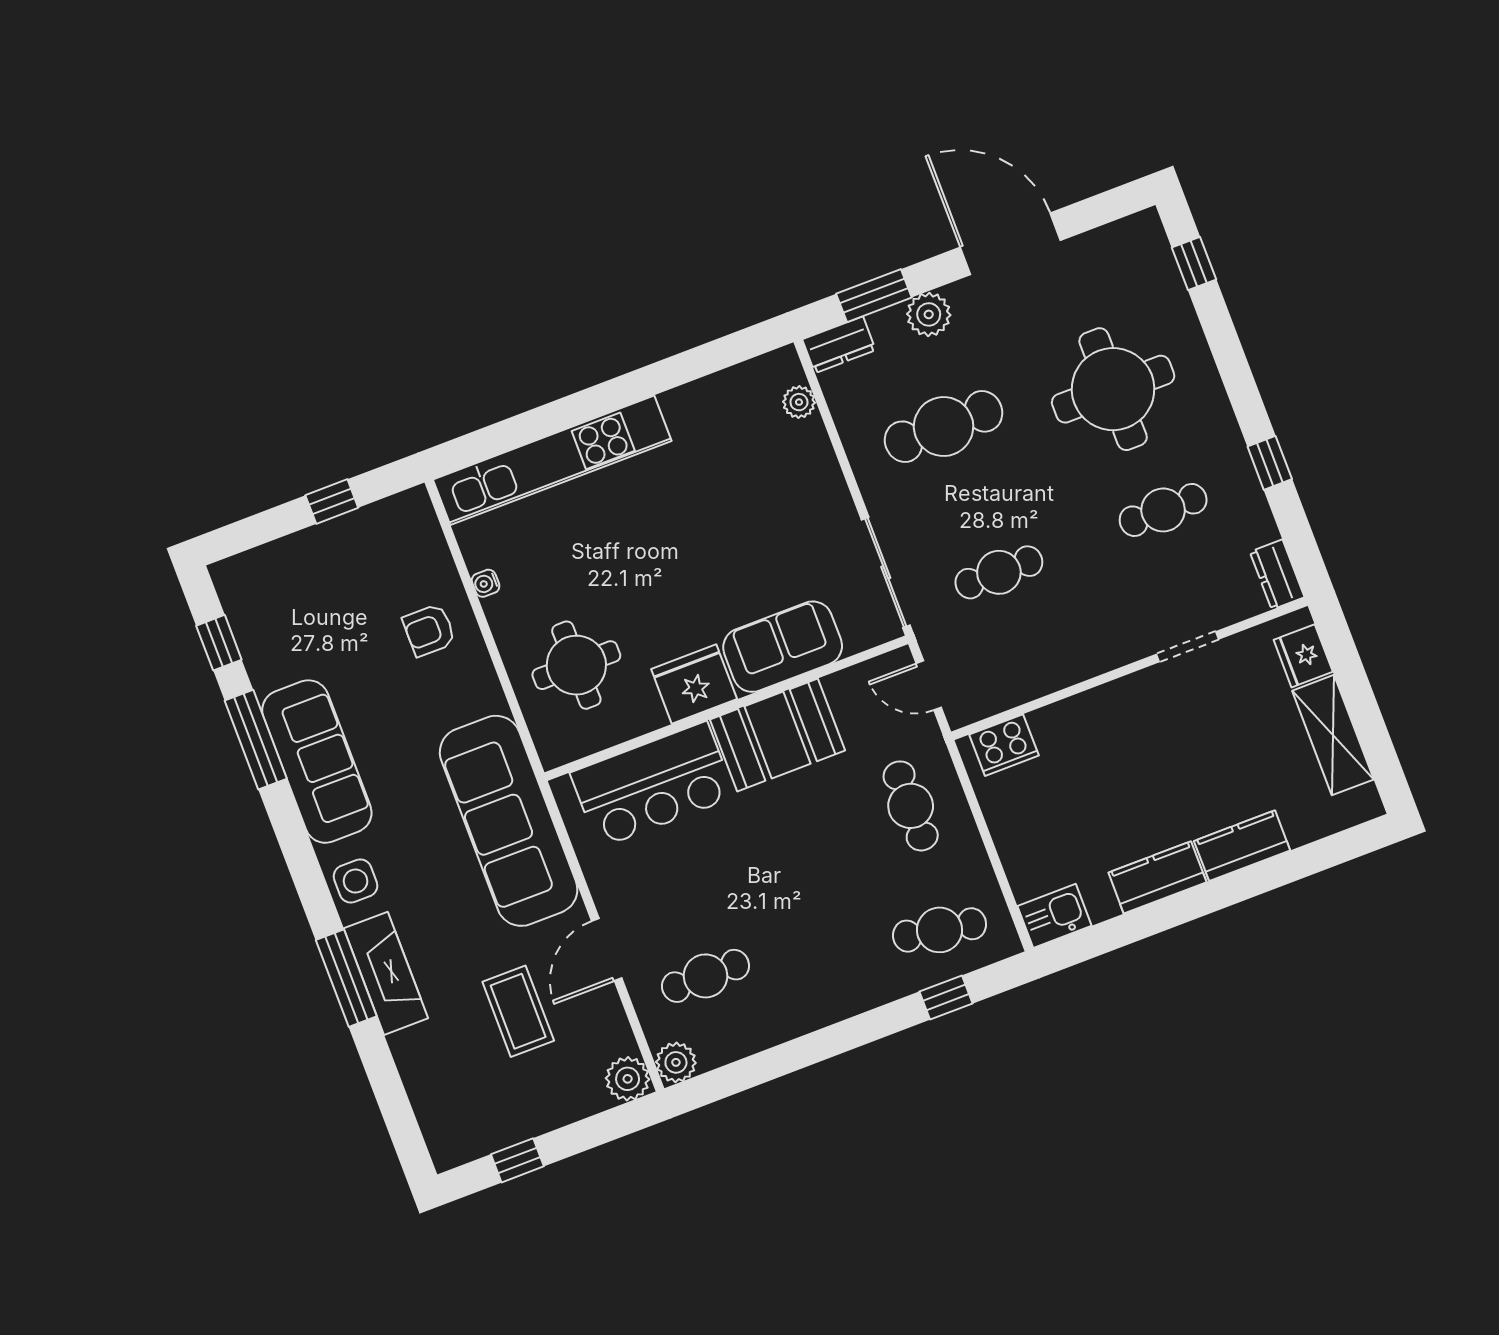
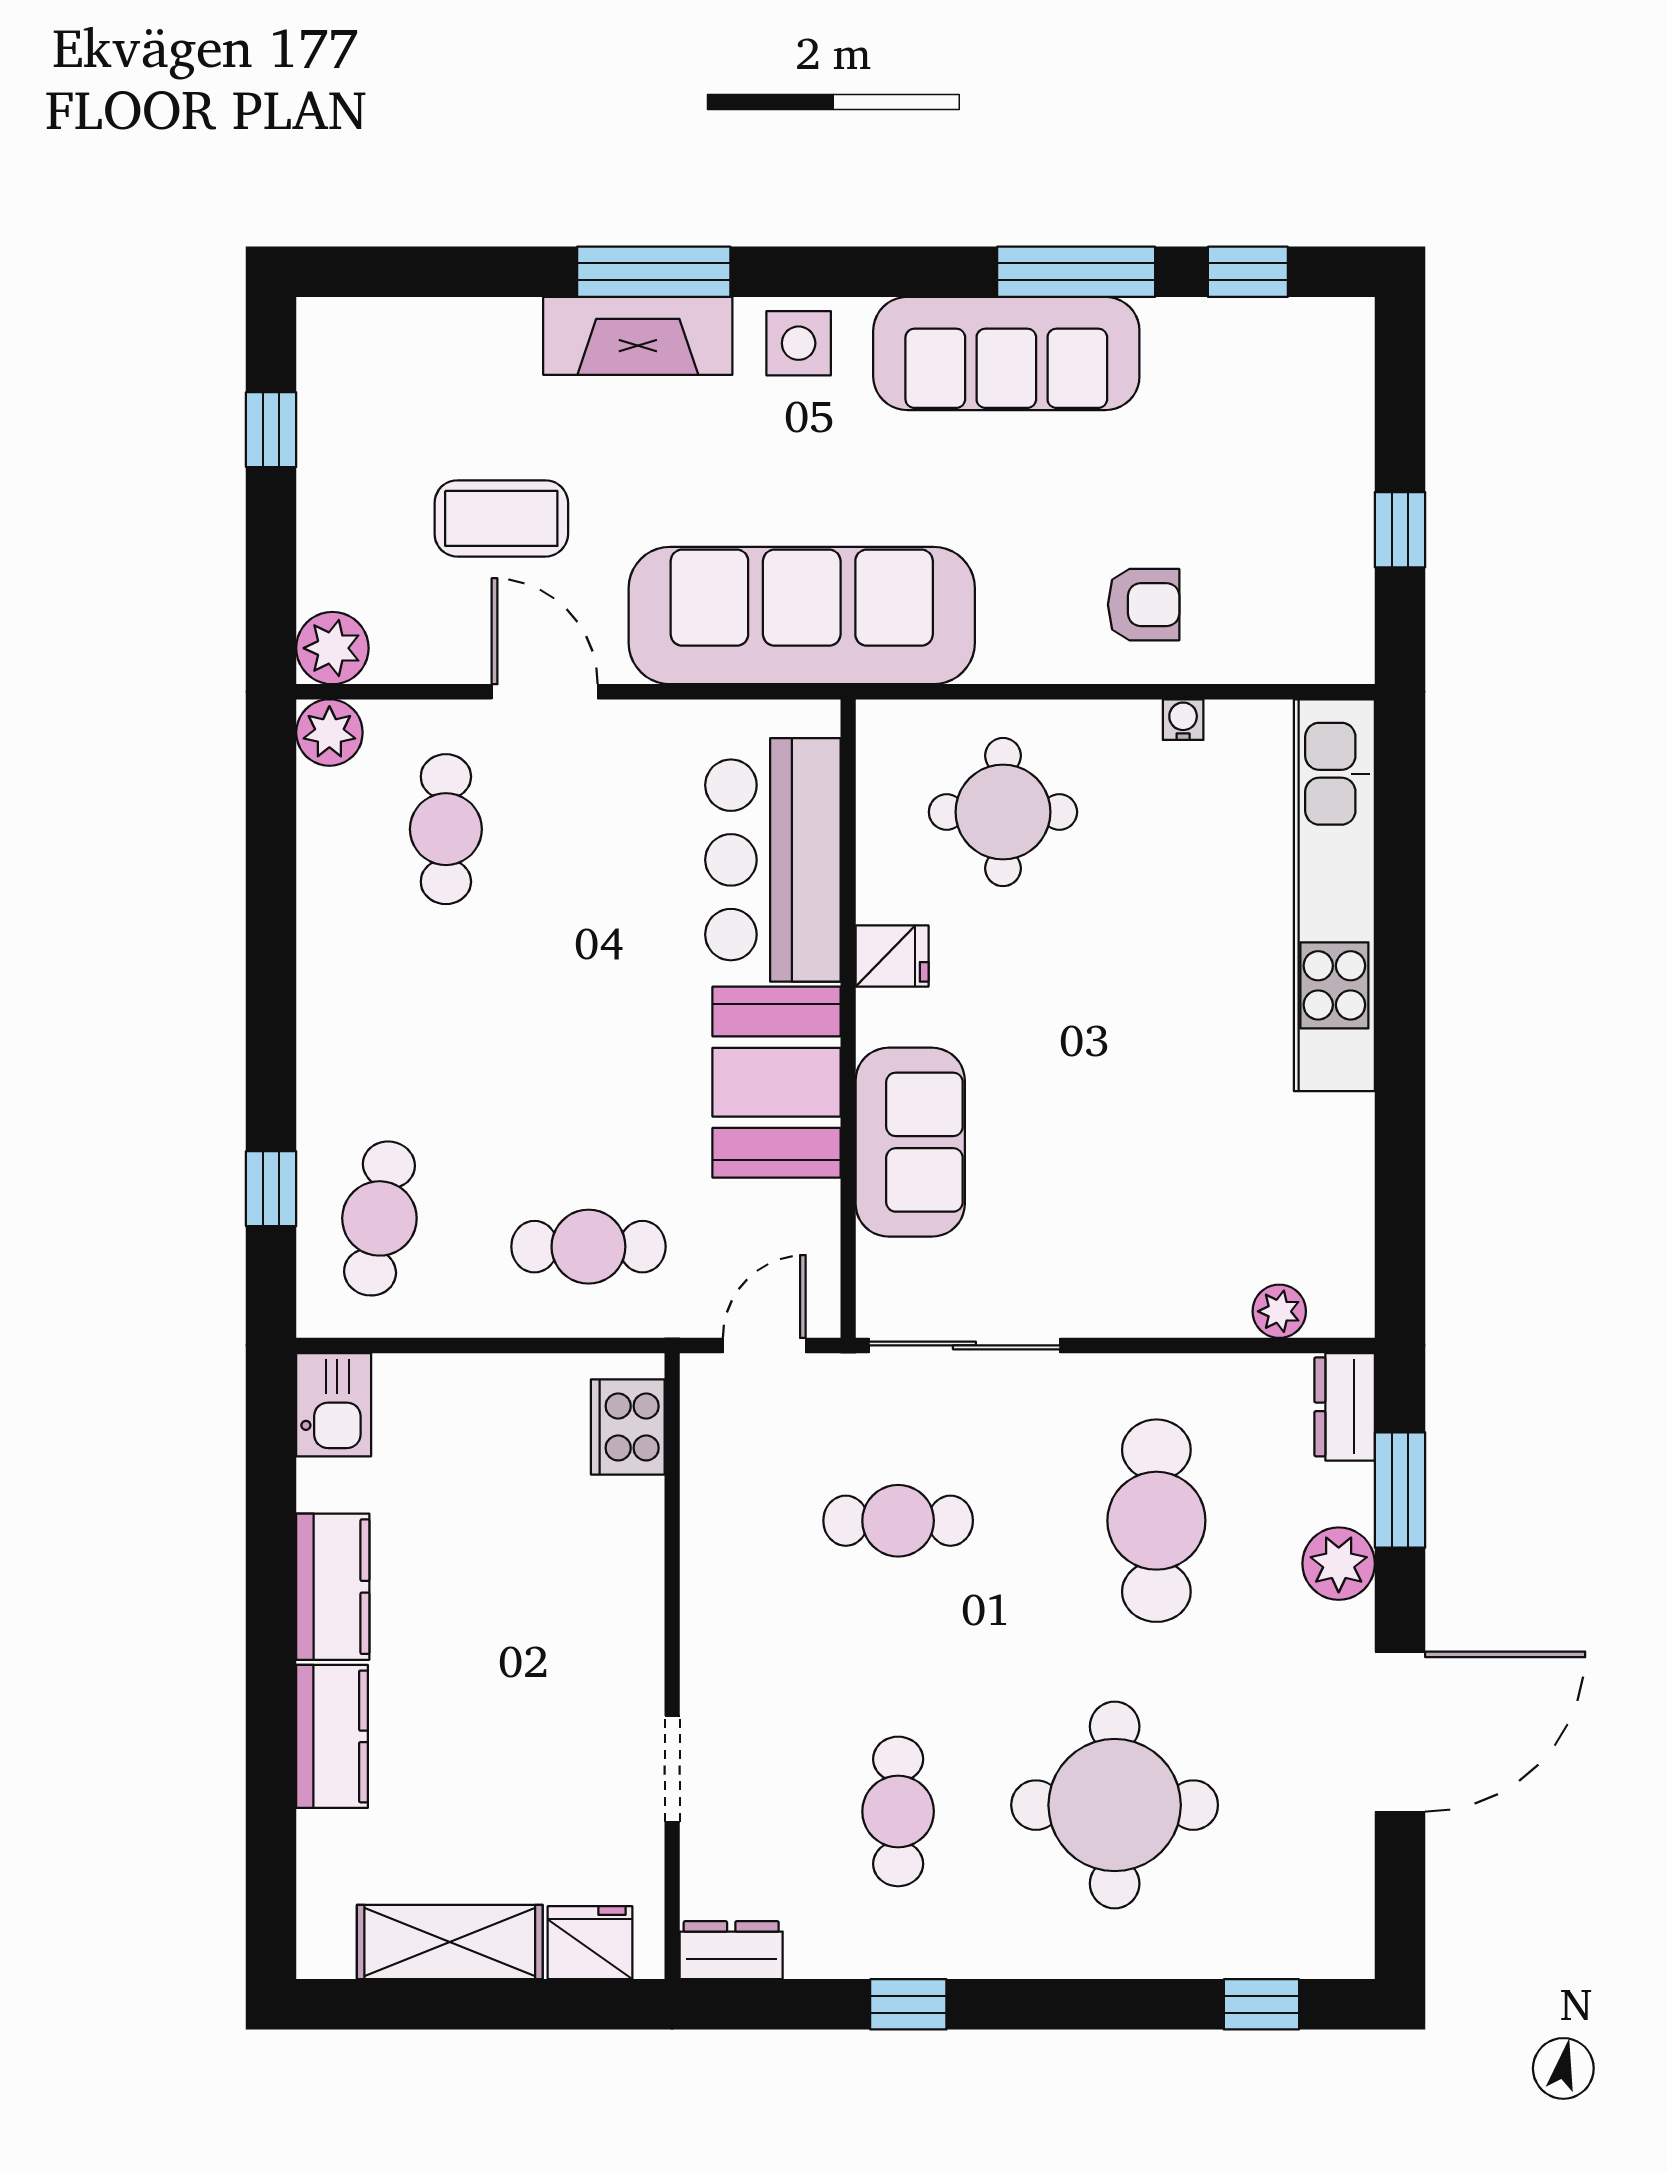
cafe table: (999, 572) -> (898, 1521), turned 90
armchair: (429, 630) -> (1144, 605), turned 90
fridge: (694, 684) -> (892, 956), width x0.53, depth x0.75

